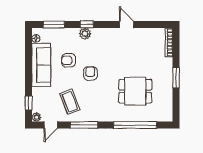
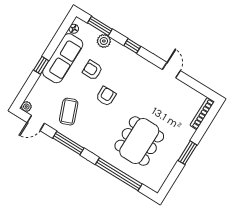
plant: (85, 34) -> (104, 41), moved
dining table: (135, 91) -> (139, 141), width x1.38
window: (29, 103) -> (41, 65), moved

